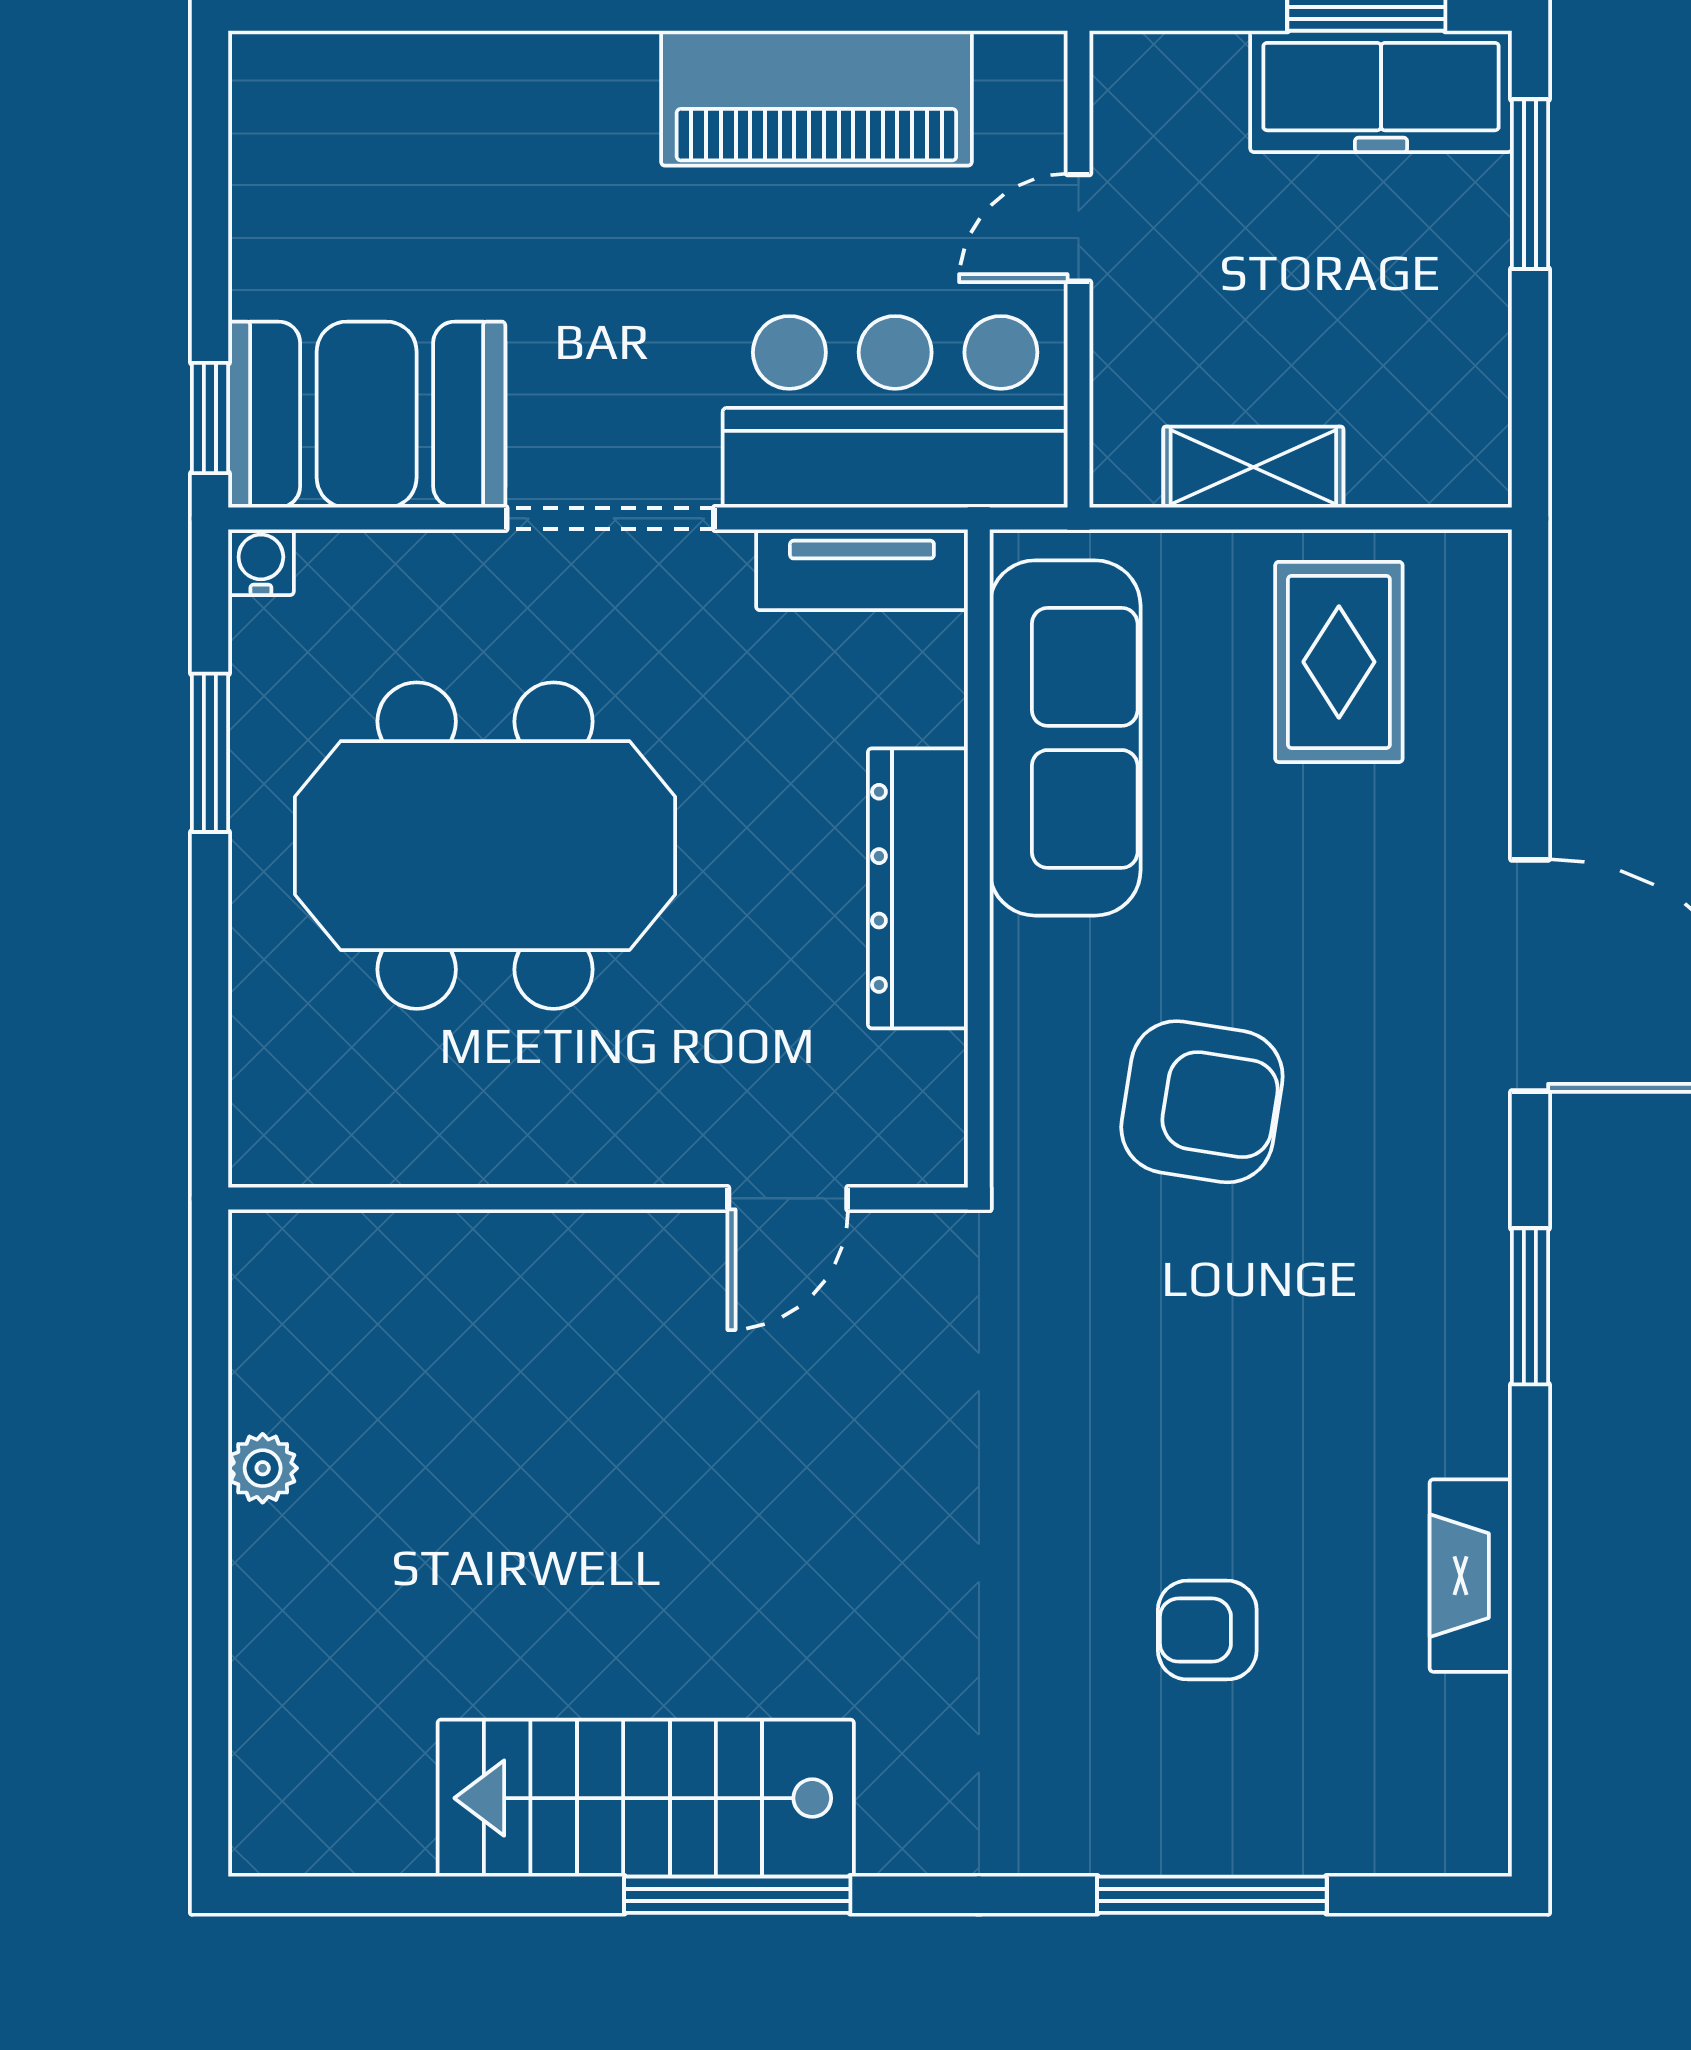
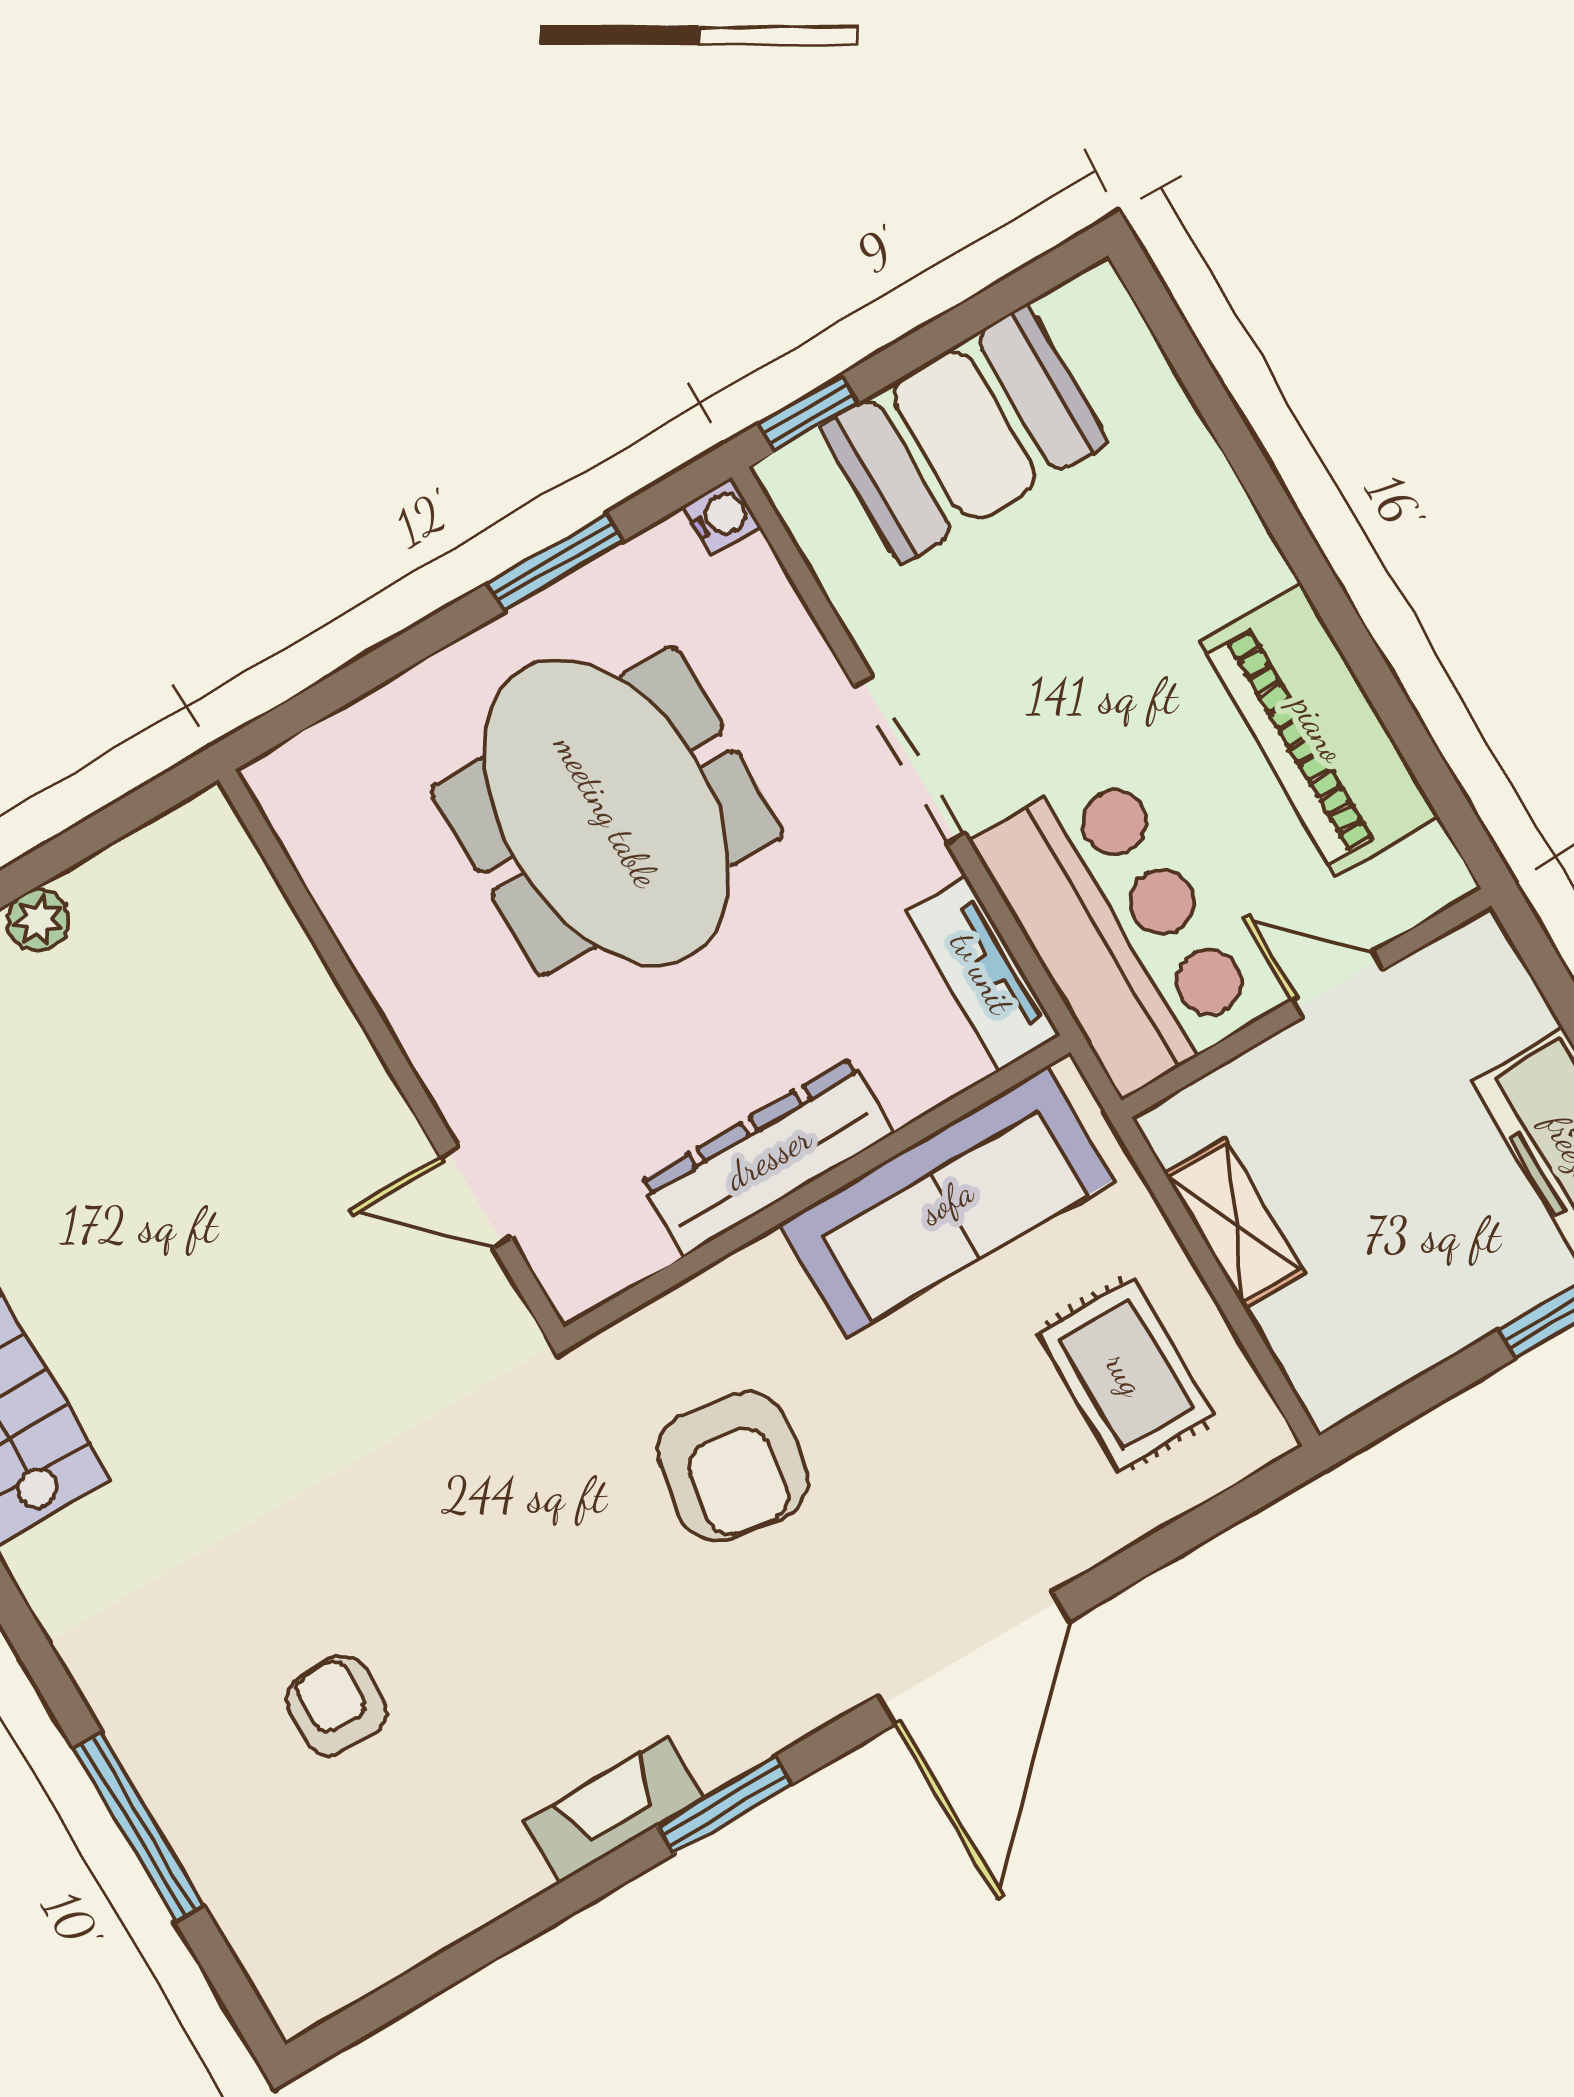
booth: (367, 415) -> (964, 435), moved, turned 90
rug: (1339, 662) -> (1126, 1374), turned 90
fireplace: (1471, 1576) -> (614, 1810), moved

